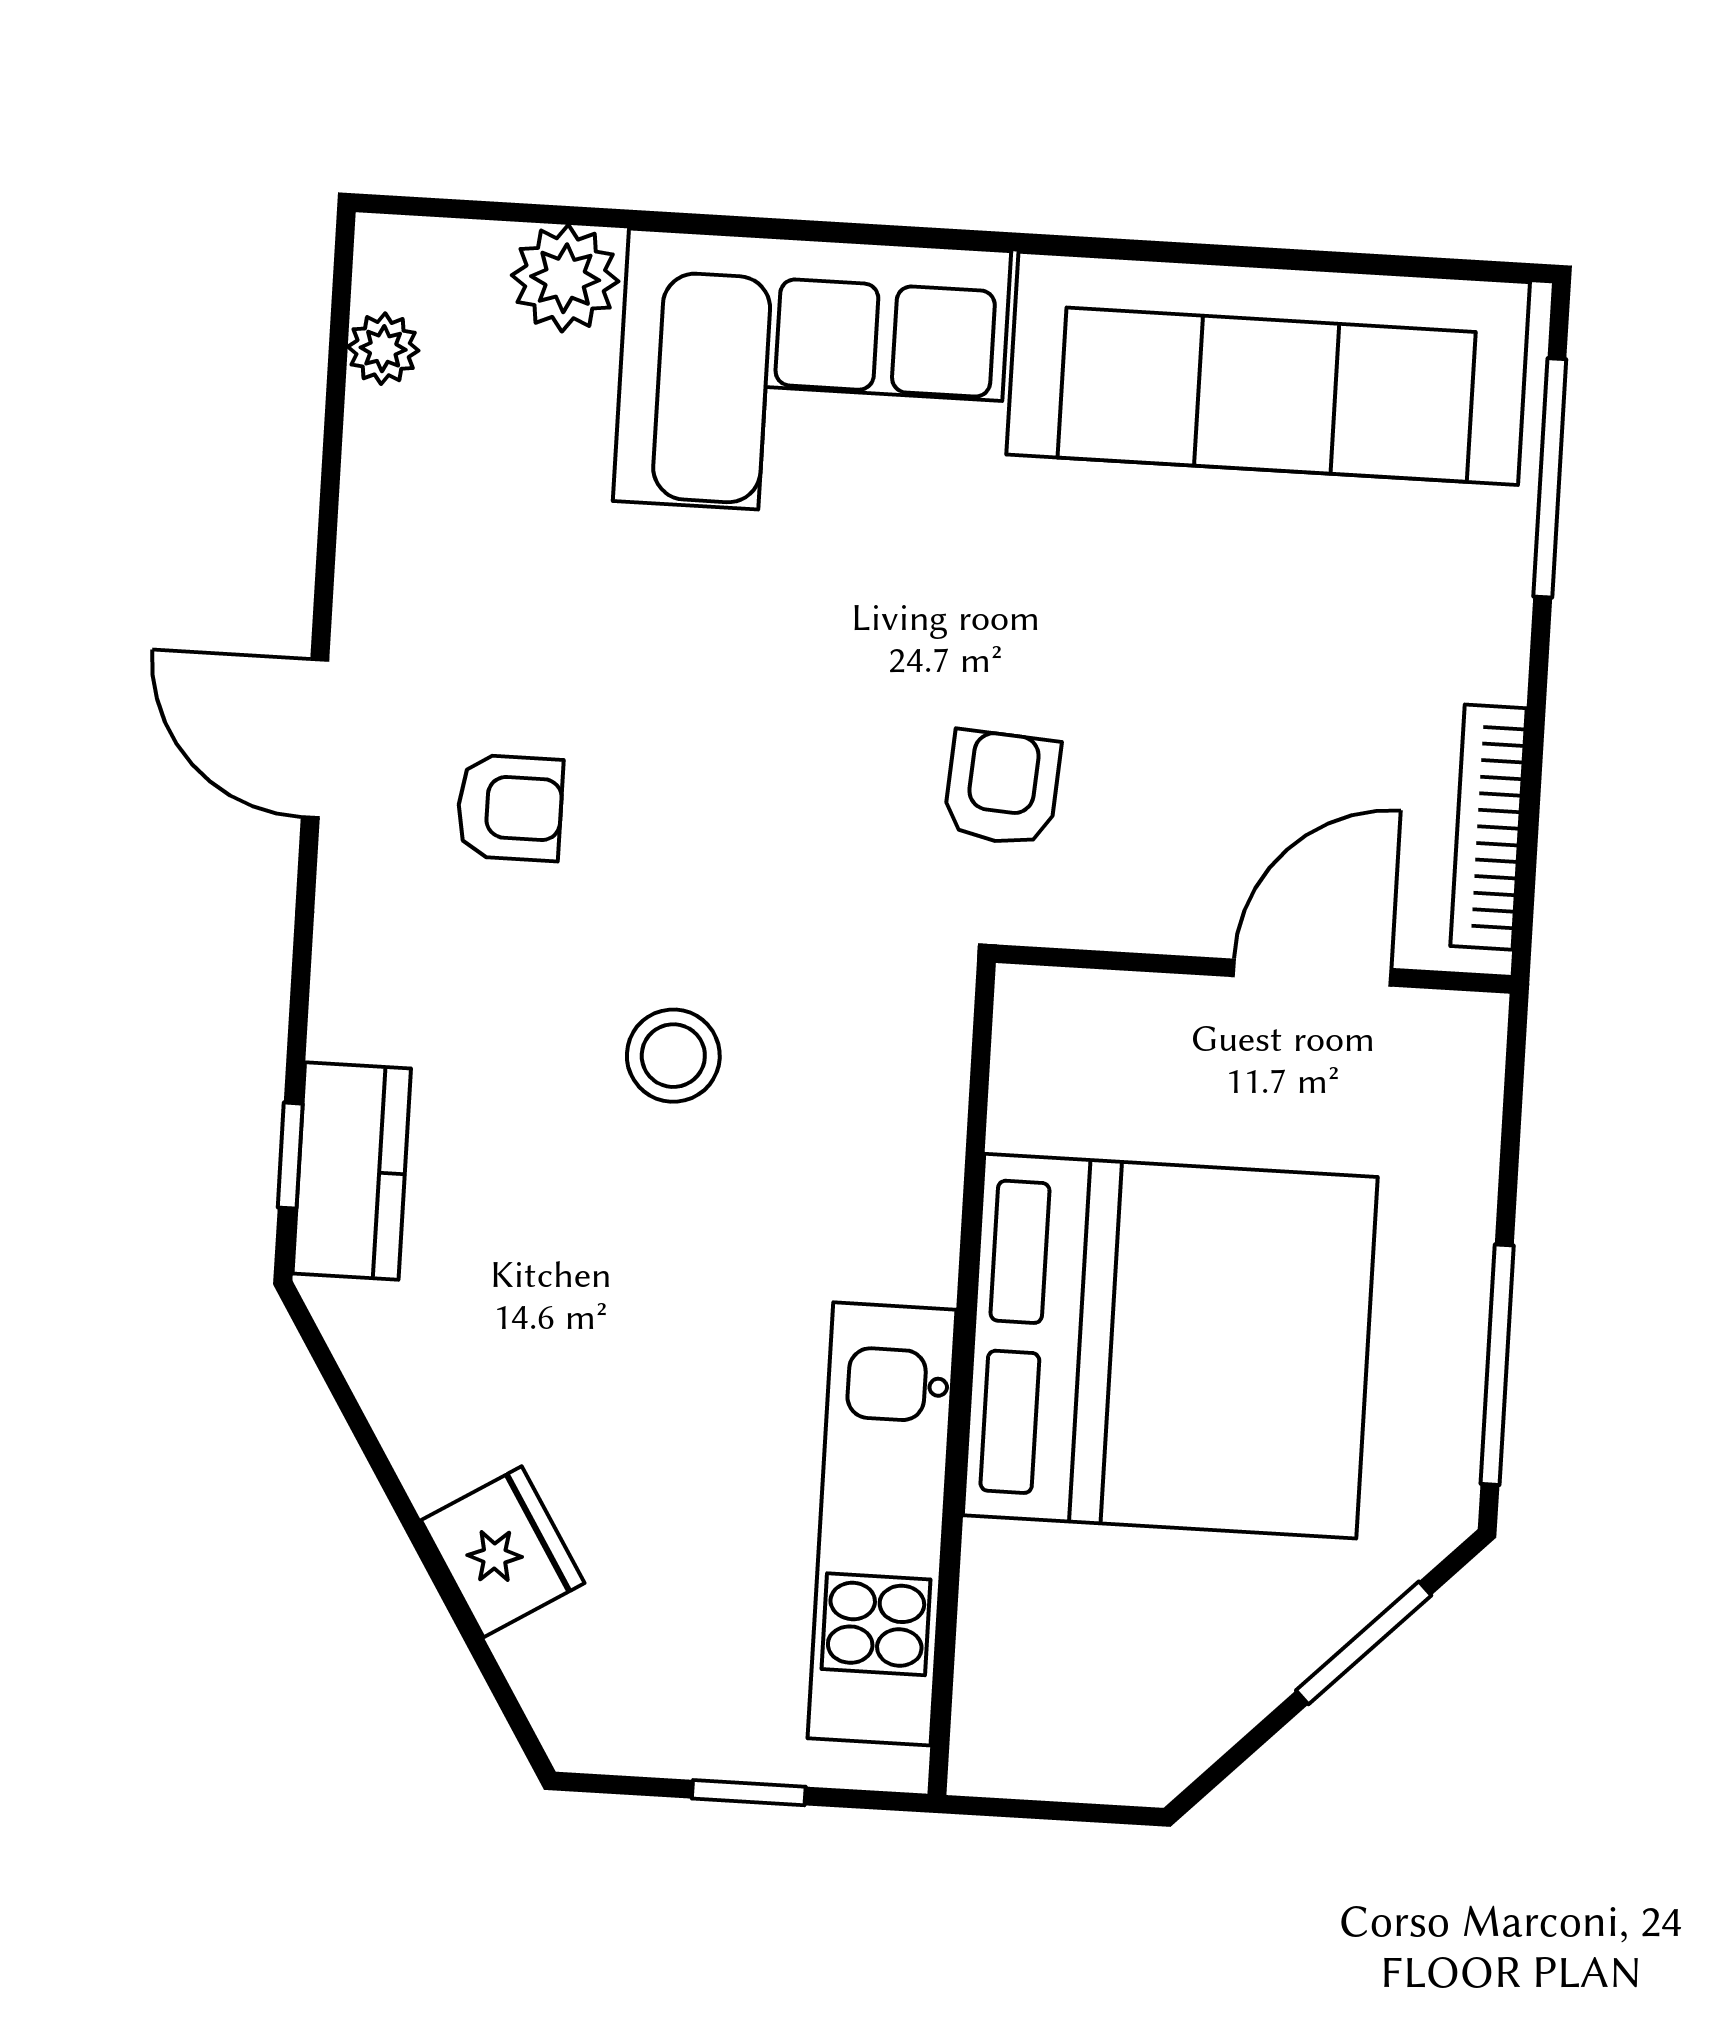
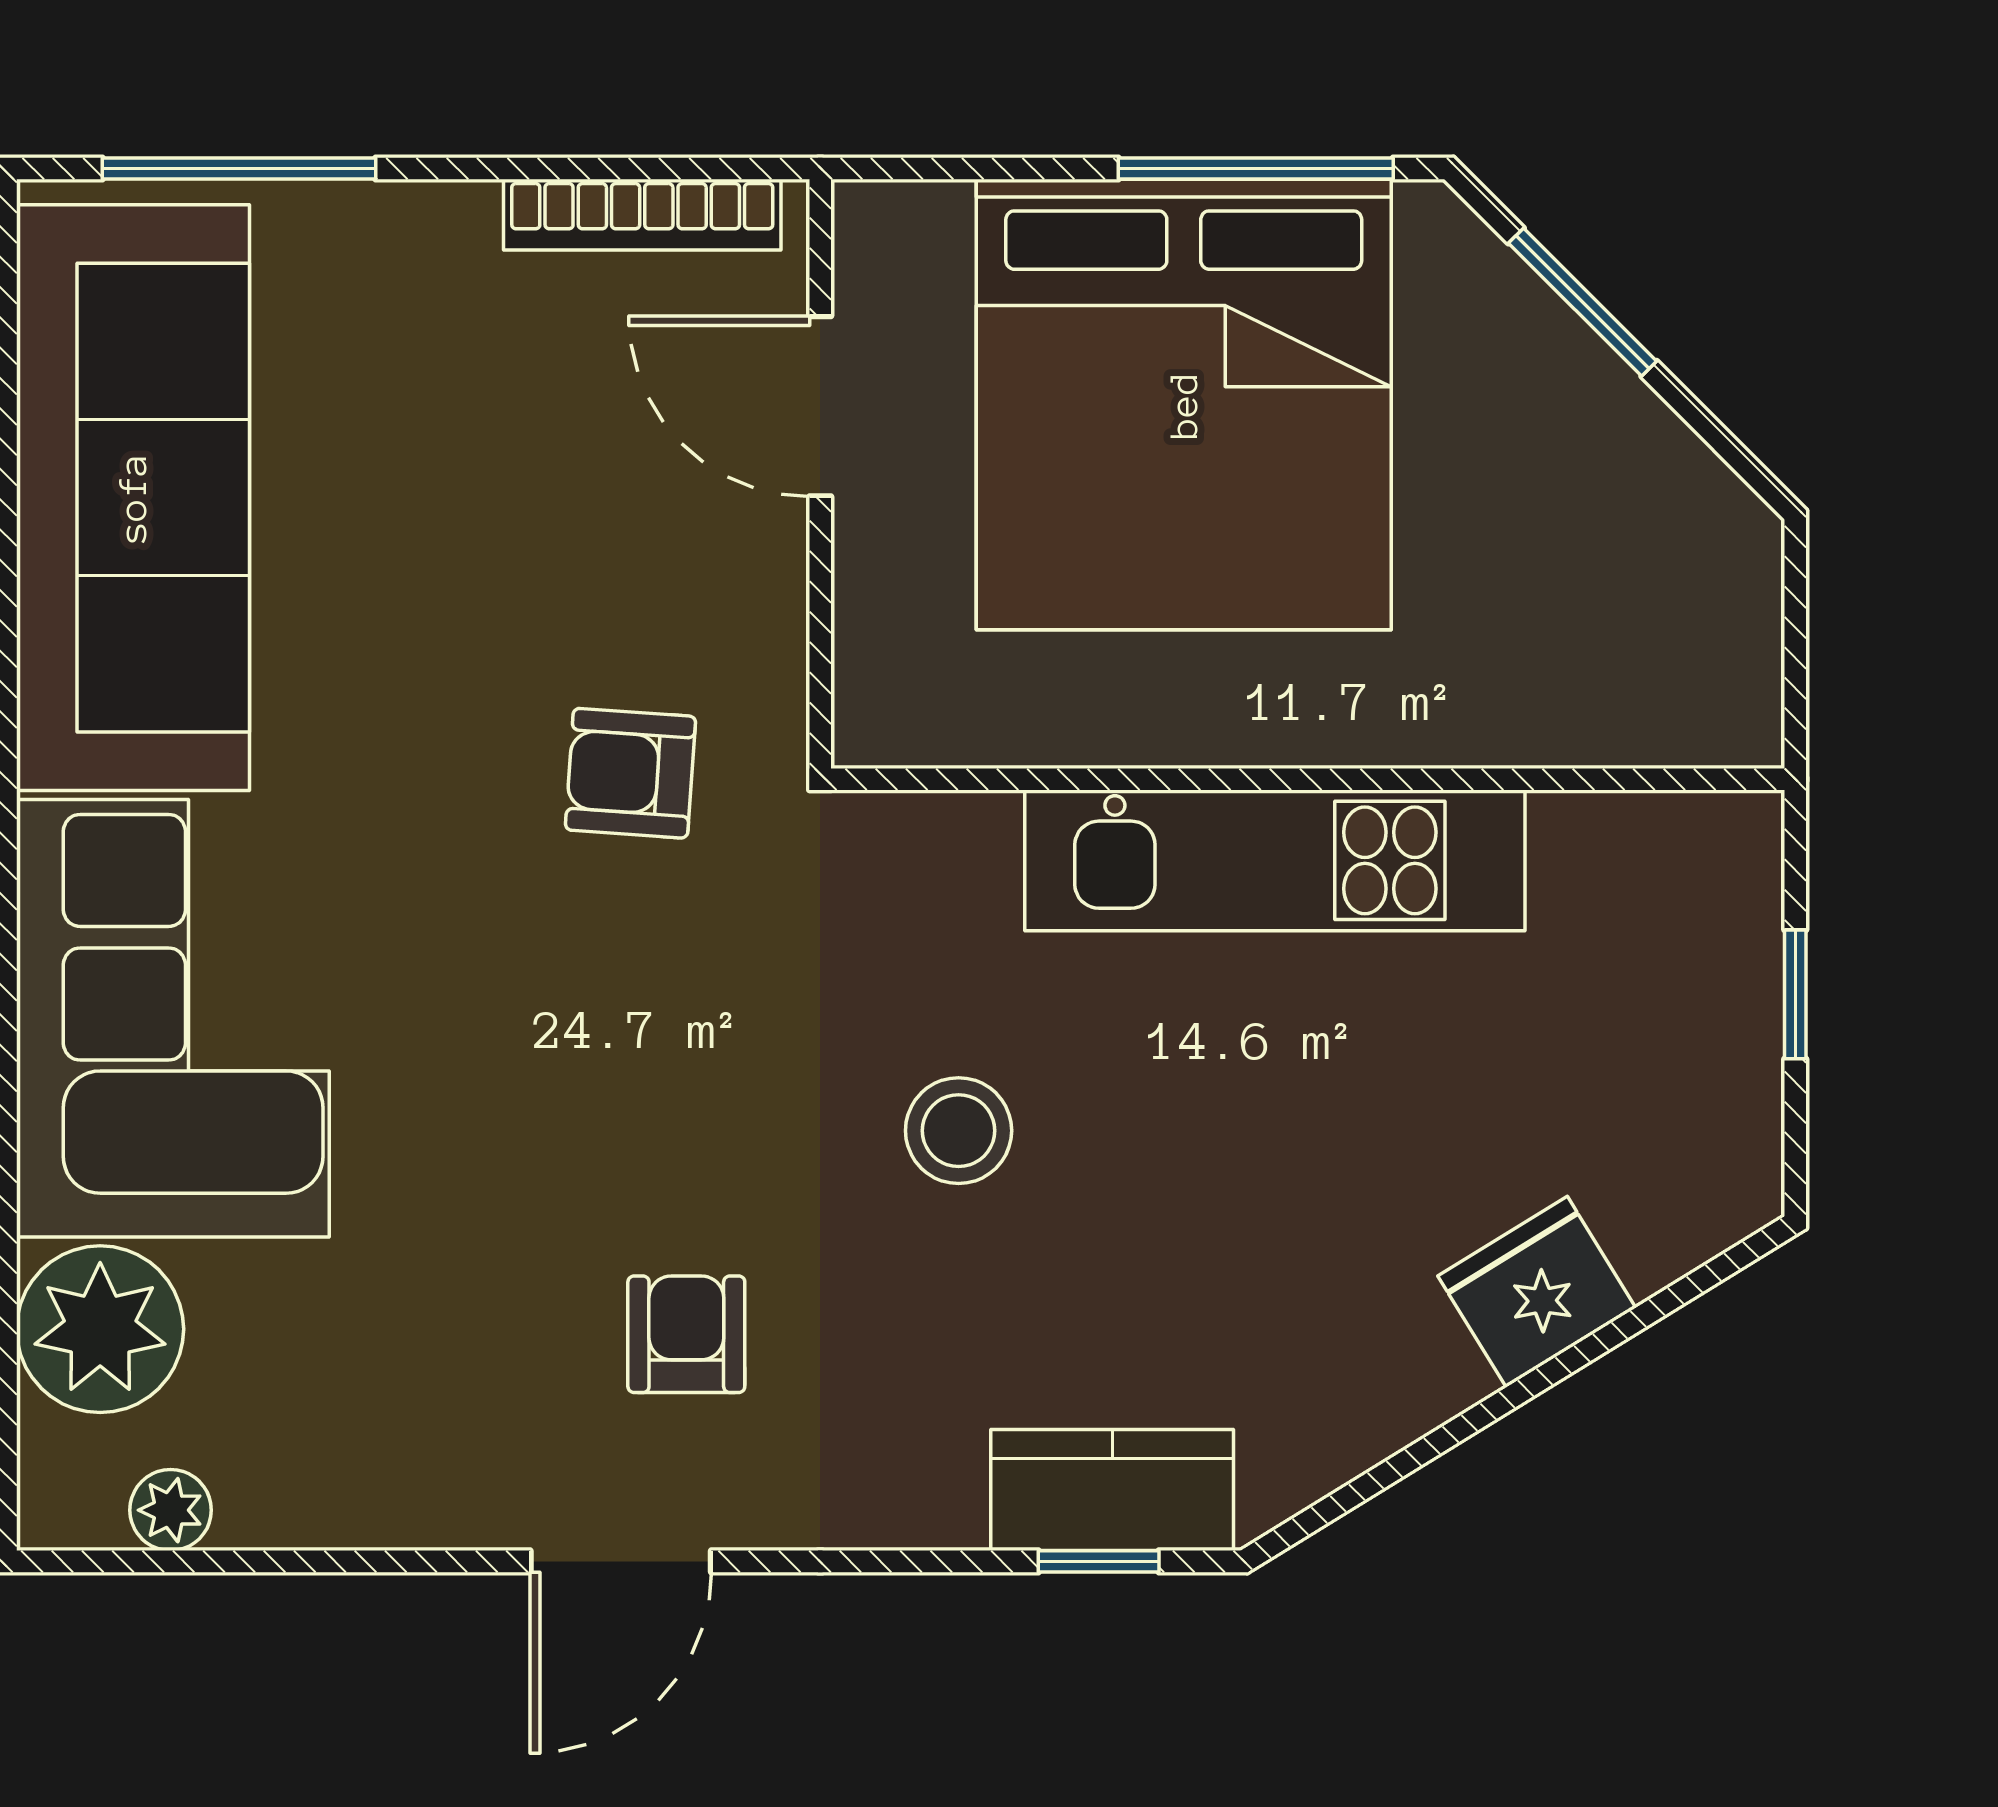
plant: (565, 278) -> (100, 1329), width x1.36, depth x1.36
bed: (1170, 1346) -> (1184, 405), moved, turned 180
kitchen unit: (882, 1524) -> (1275, 860), moved

